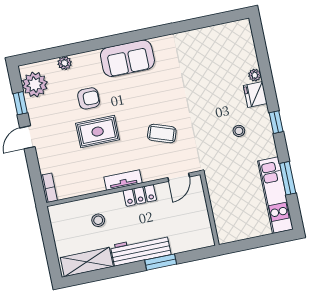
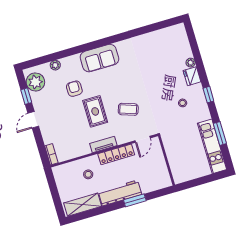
armchair: (89, 98) -> (74, 89), turned -90
rug: (98, 132) -> (95, 111), moved, turned 90
locker: (140, 195) -> (116, 154), width x1.53

